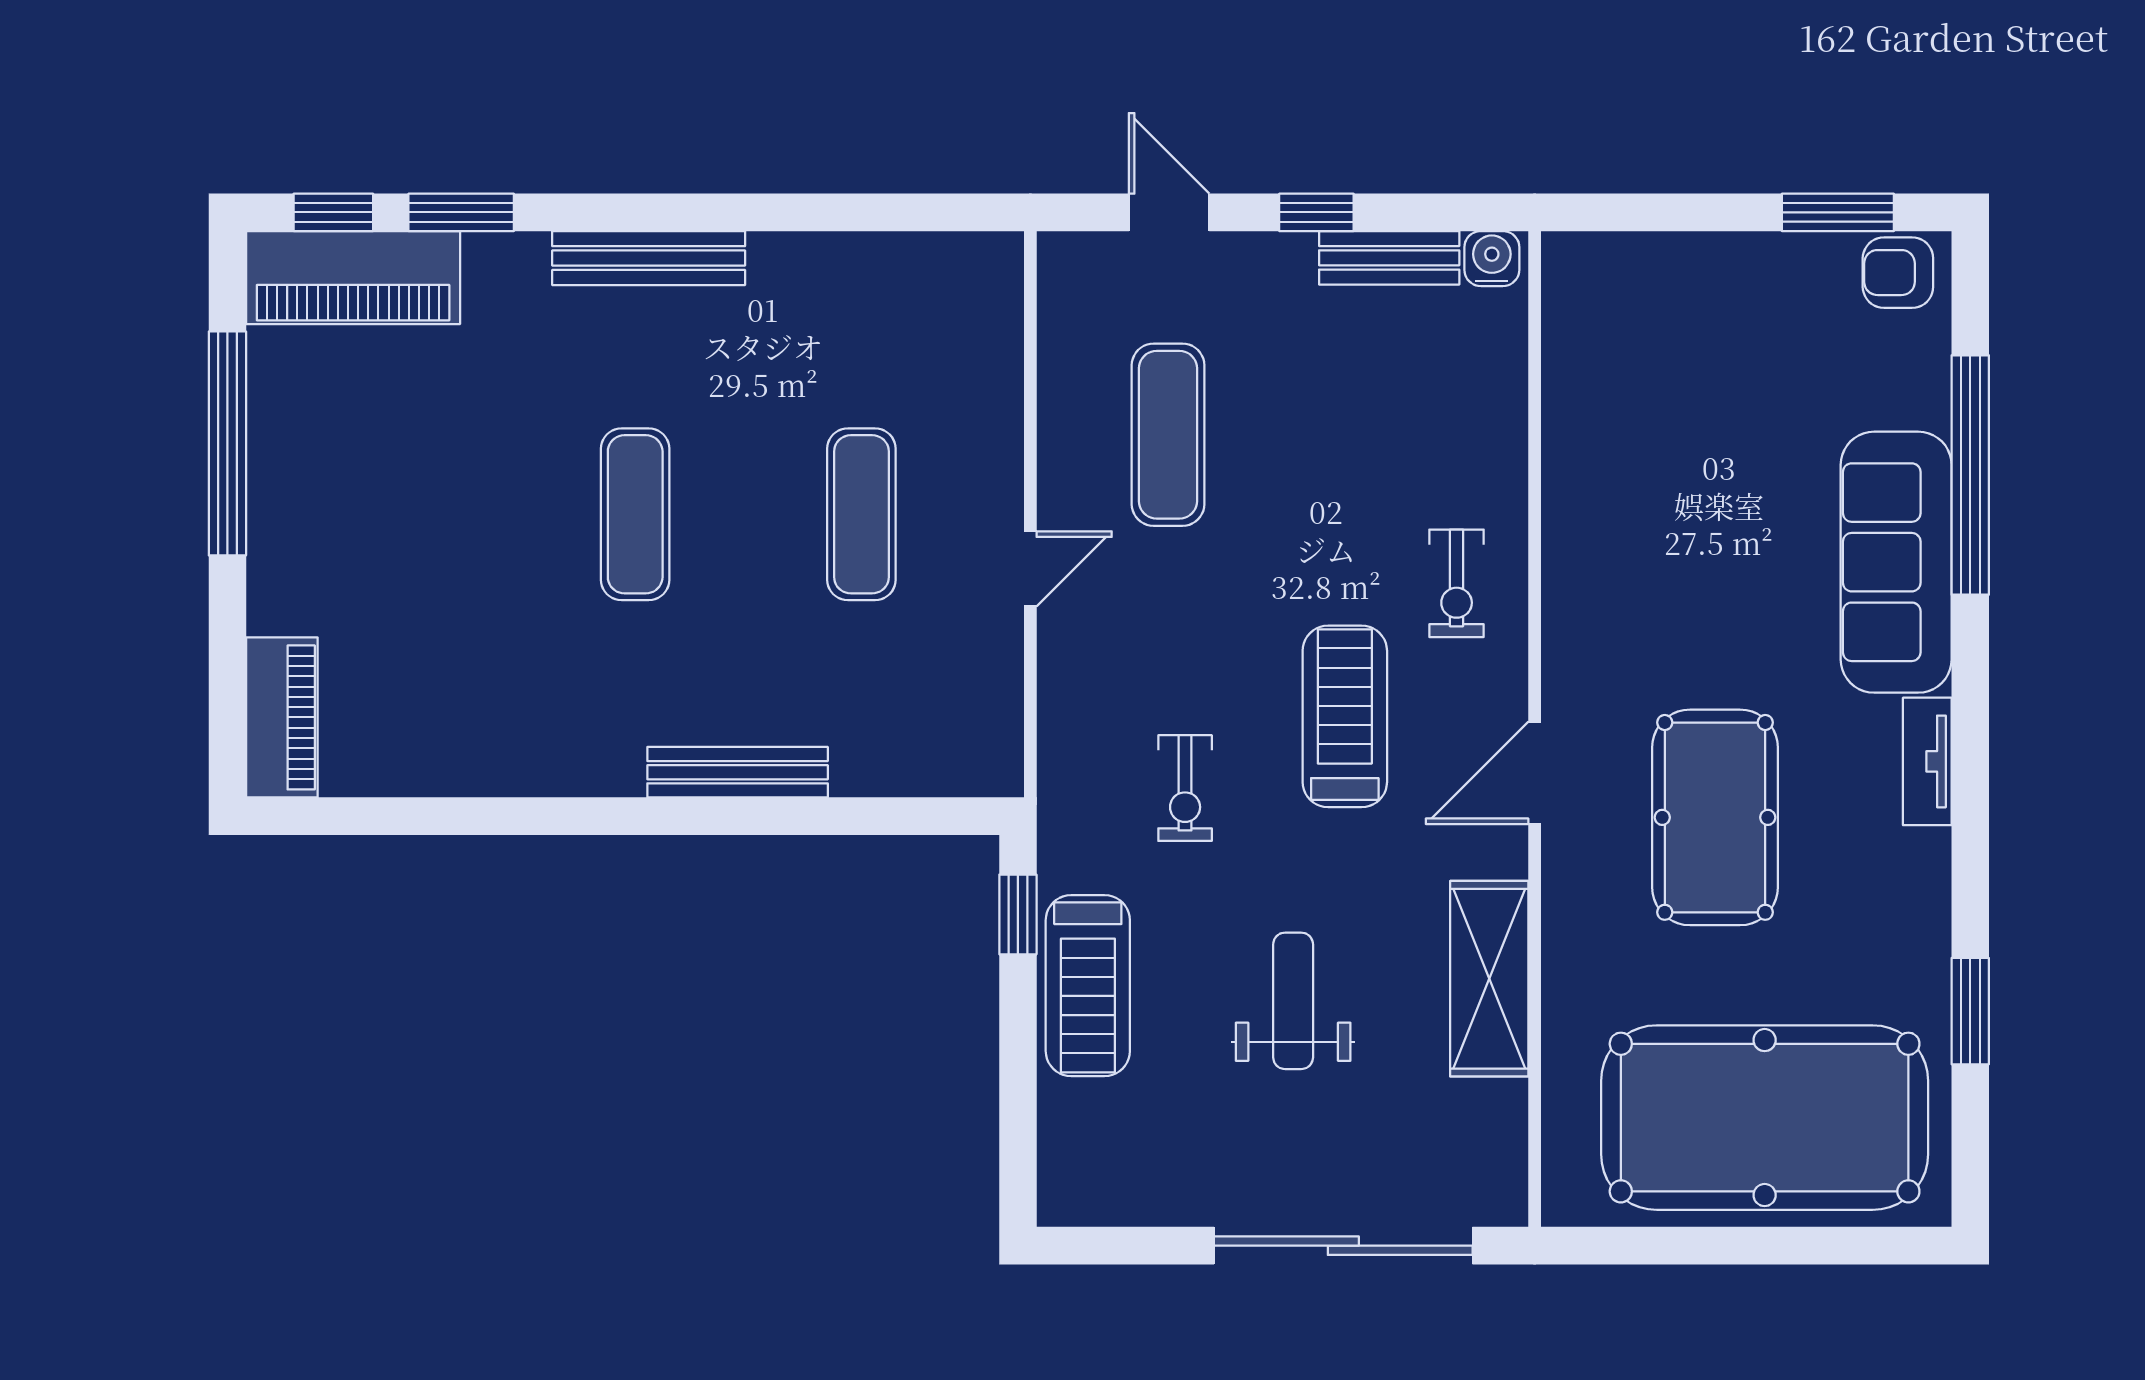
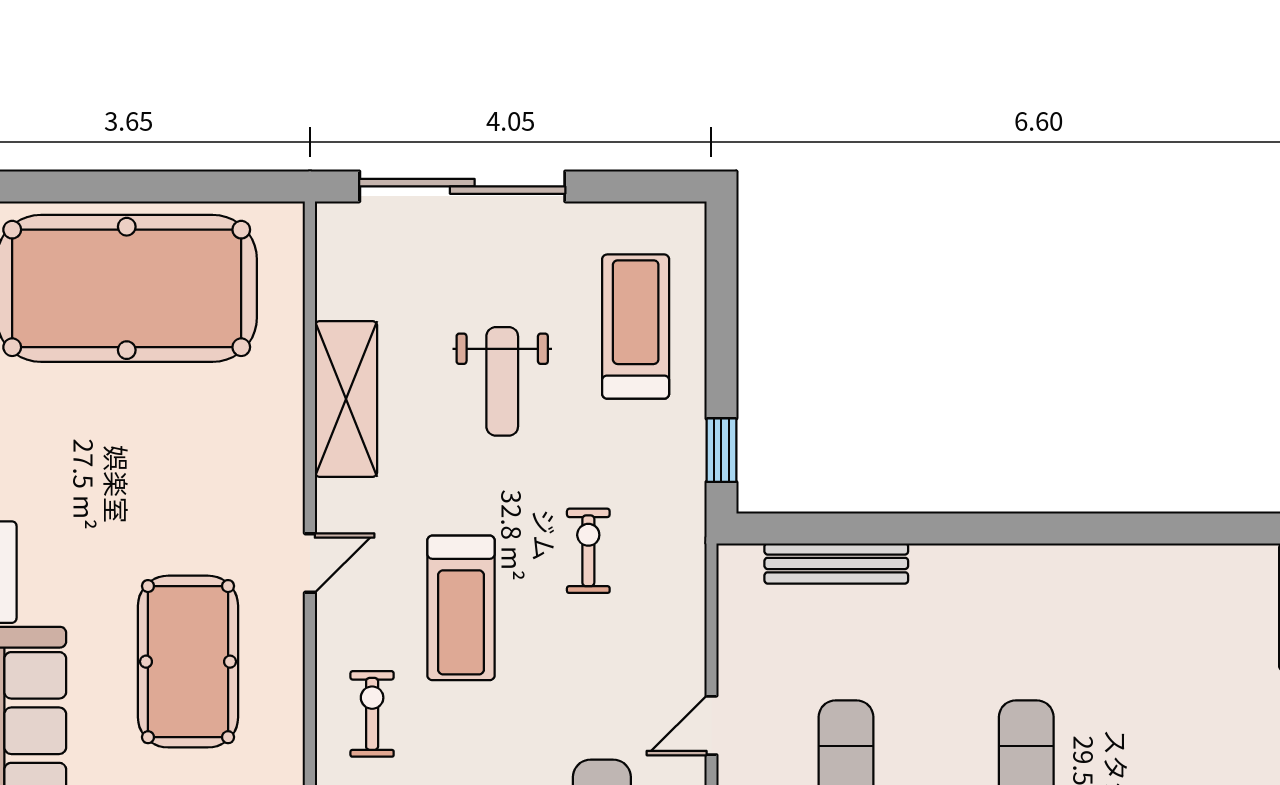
bench: (738, 772) -> (836, 563), moved
door: (1535, 773) -> (310, 563), width x0.73
pool table: (1715, 817) -> (188, 662), moved
treadmill: (1088, 986) -> (636, 327), moved

